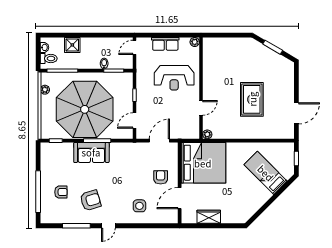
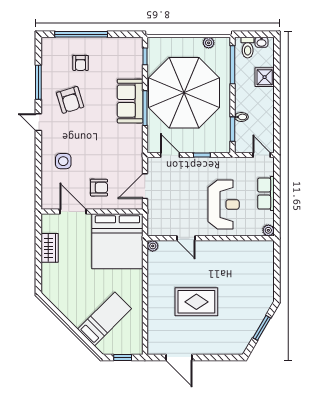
reception desk: (174, 78) -> (224, 204), turned 180
door: (159, 141) -> (145, 186), swing flipped

